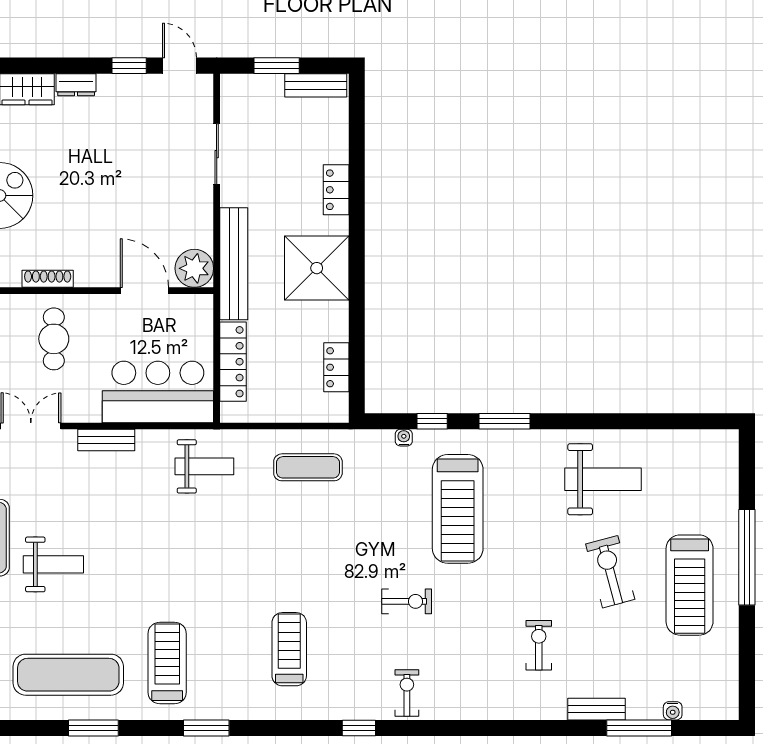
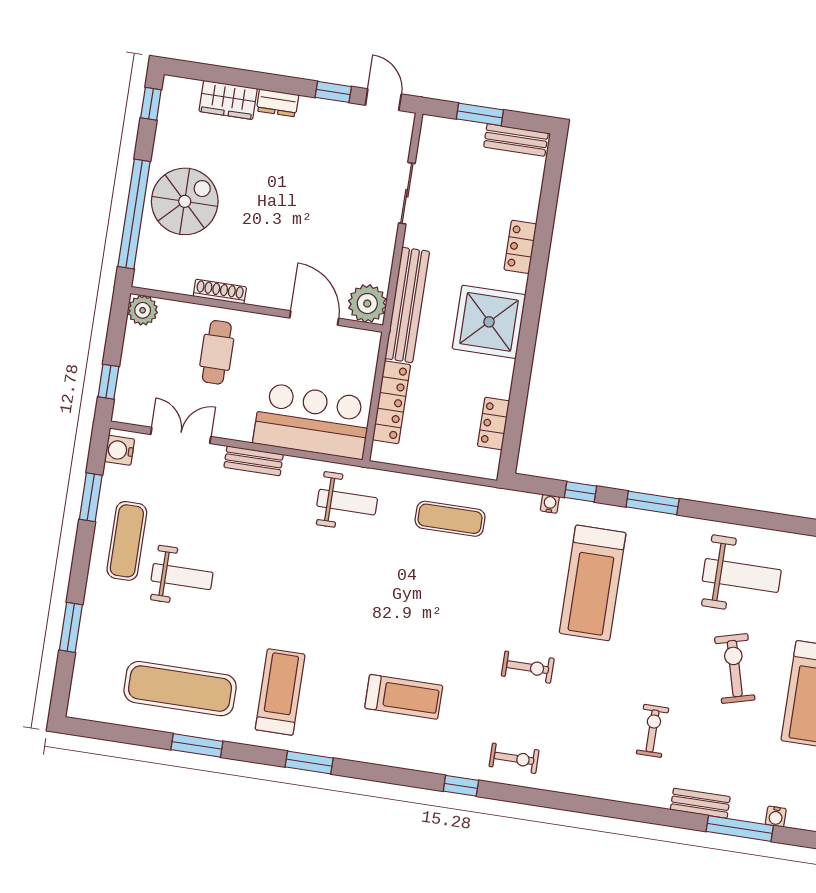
treadmill: (289, 649) -> (404, 697), turned 90
exercise bike: (407, 693) -> (514, 758), turned 90

